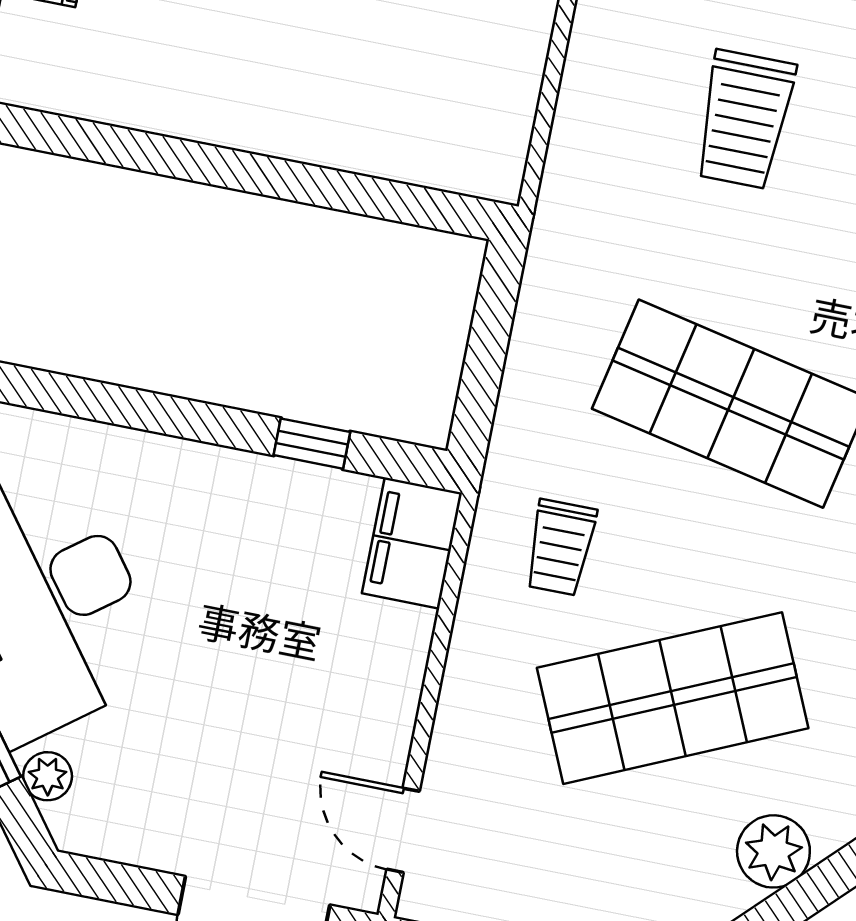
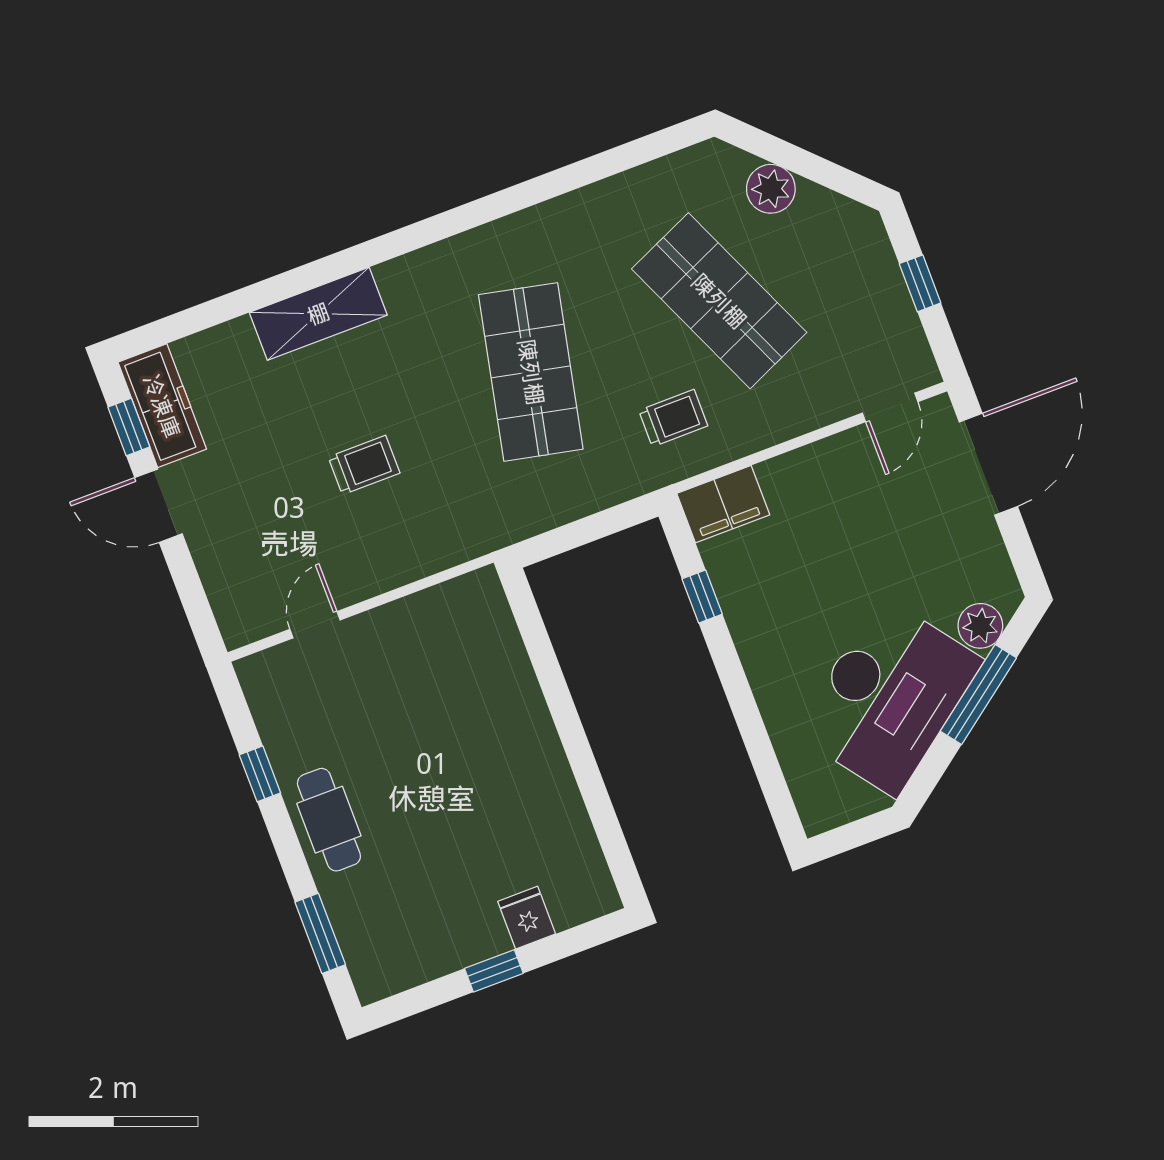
trolley: (744, 119) -> (364, 465), width x0.73, depth x0.72
plant: (48, 776) -> (980, 626), width x1.38, depth x1.38

